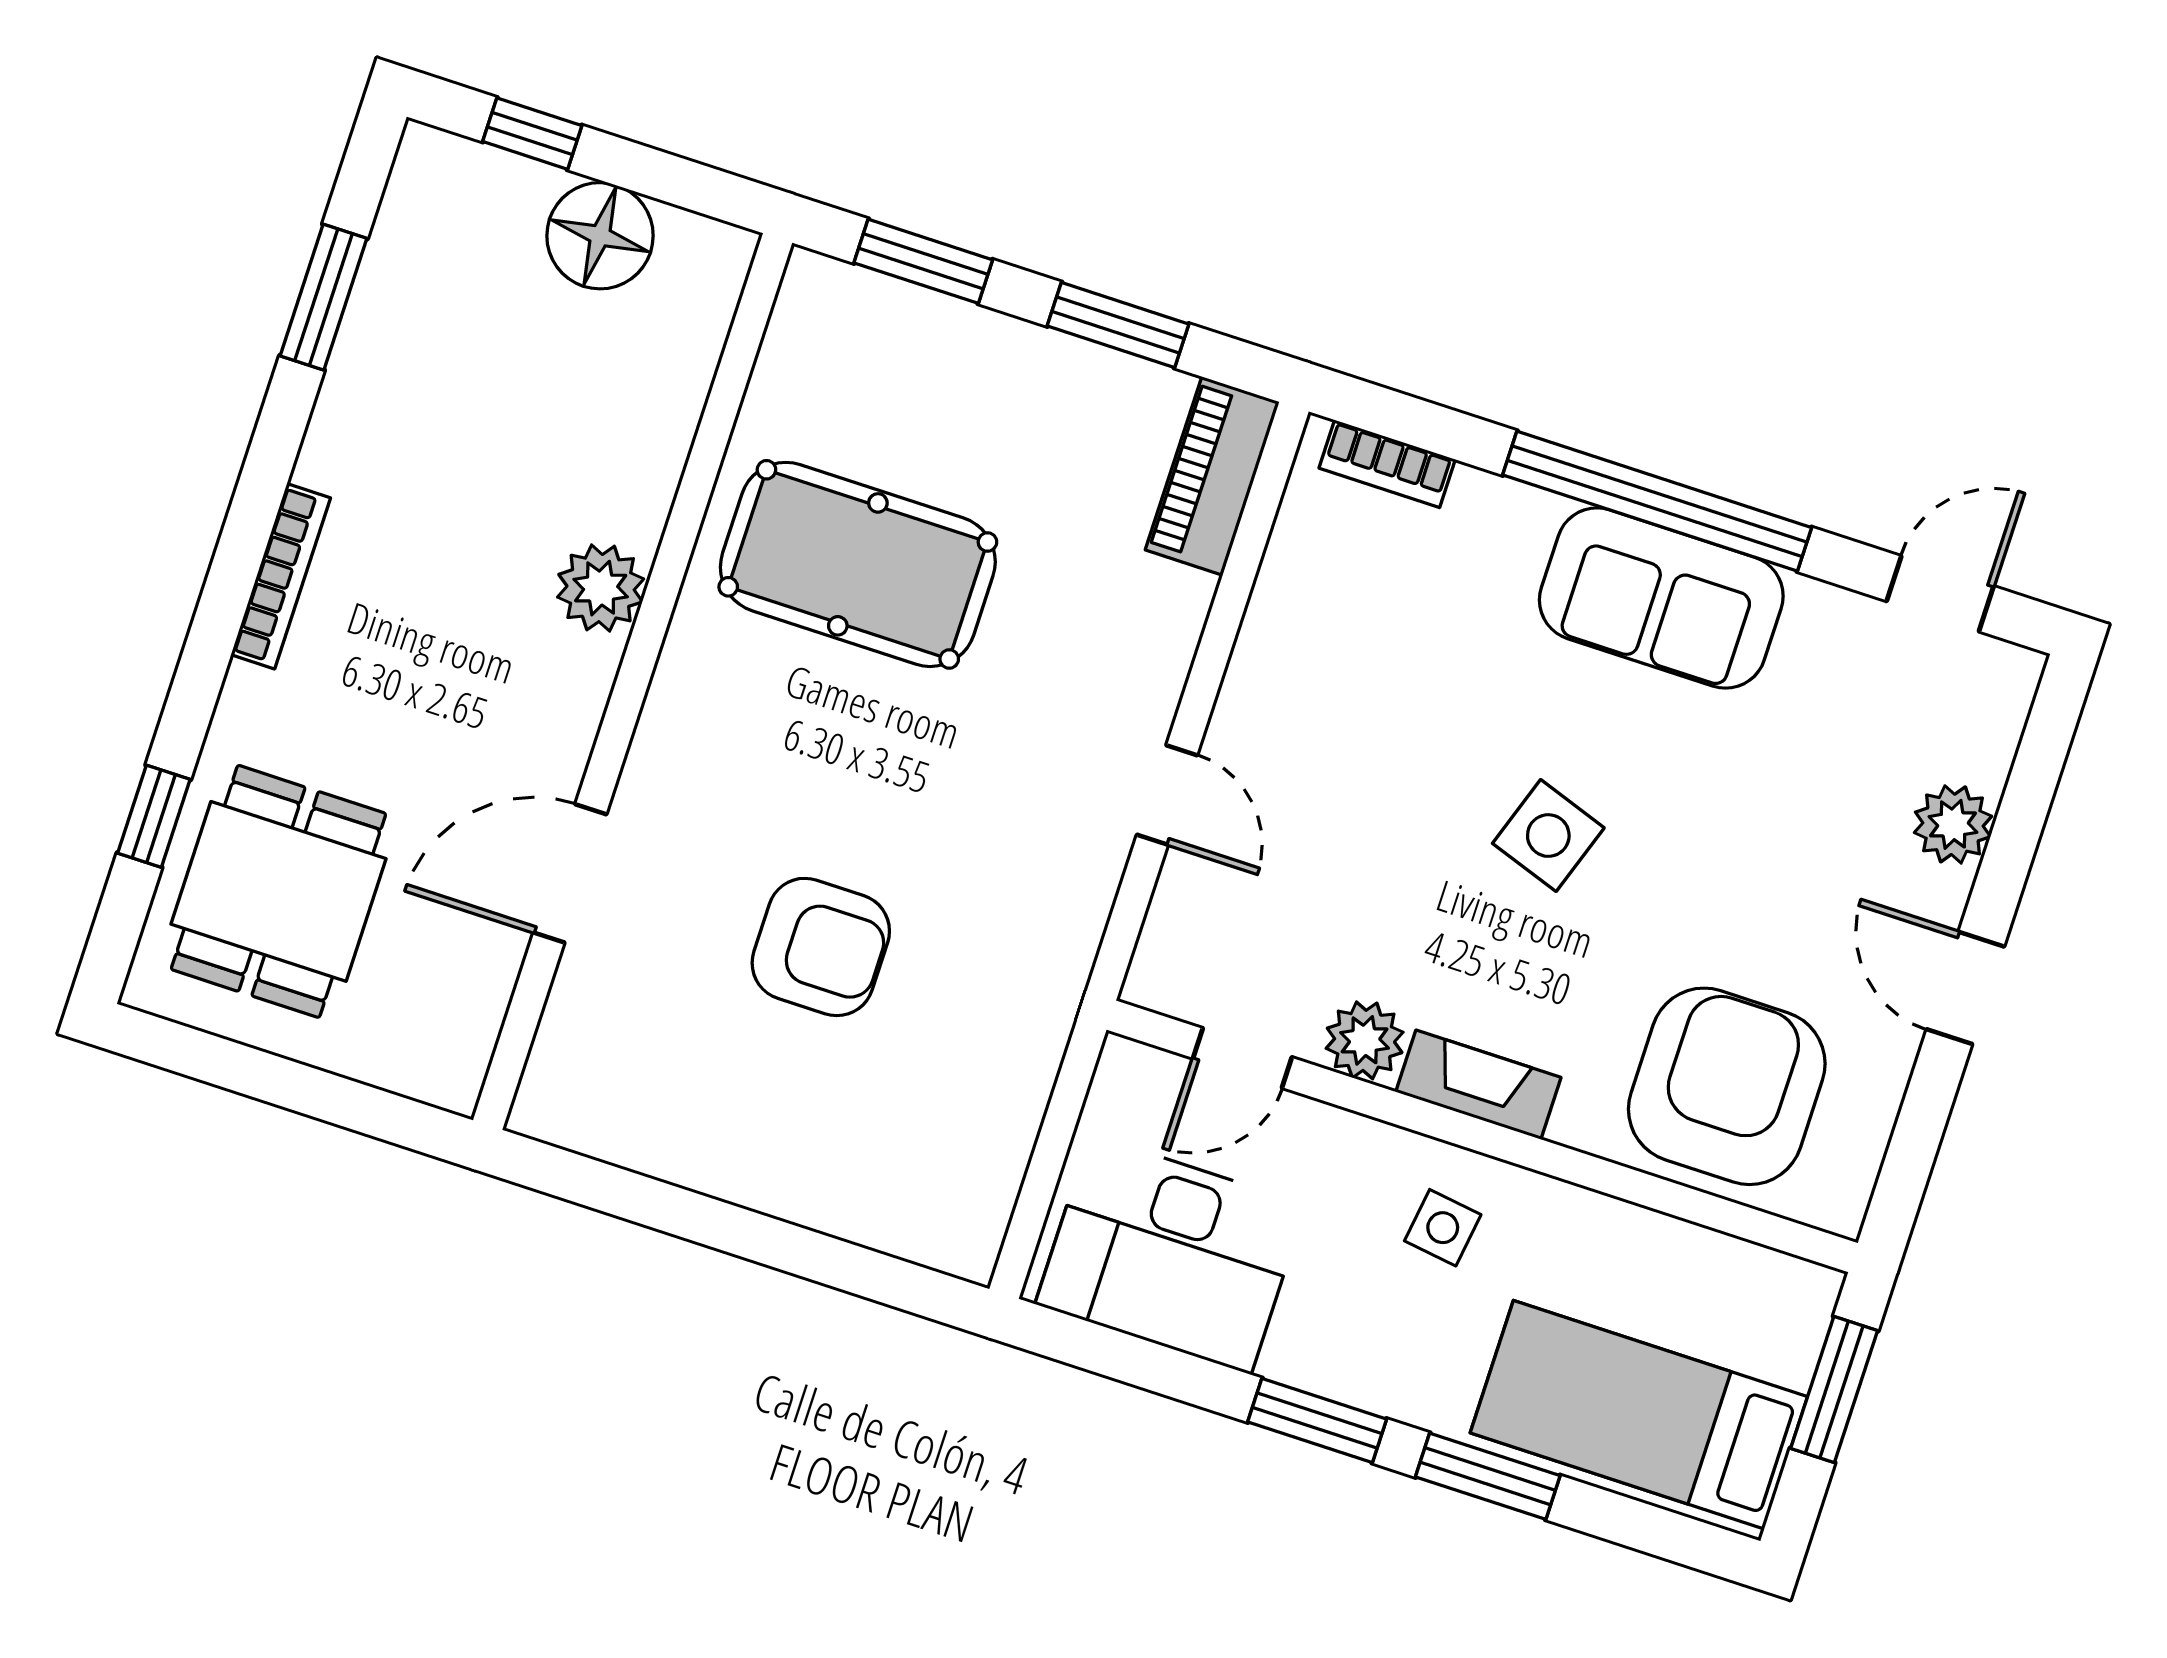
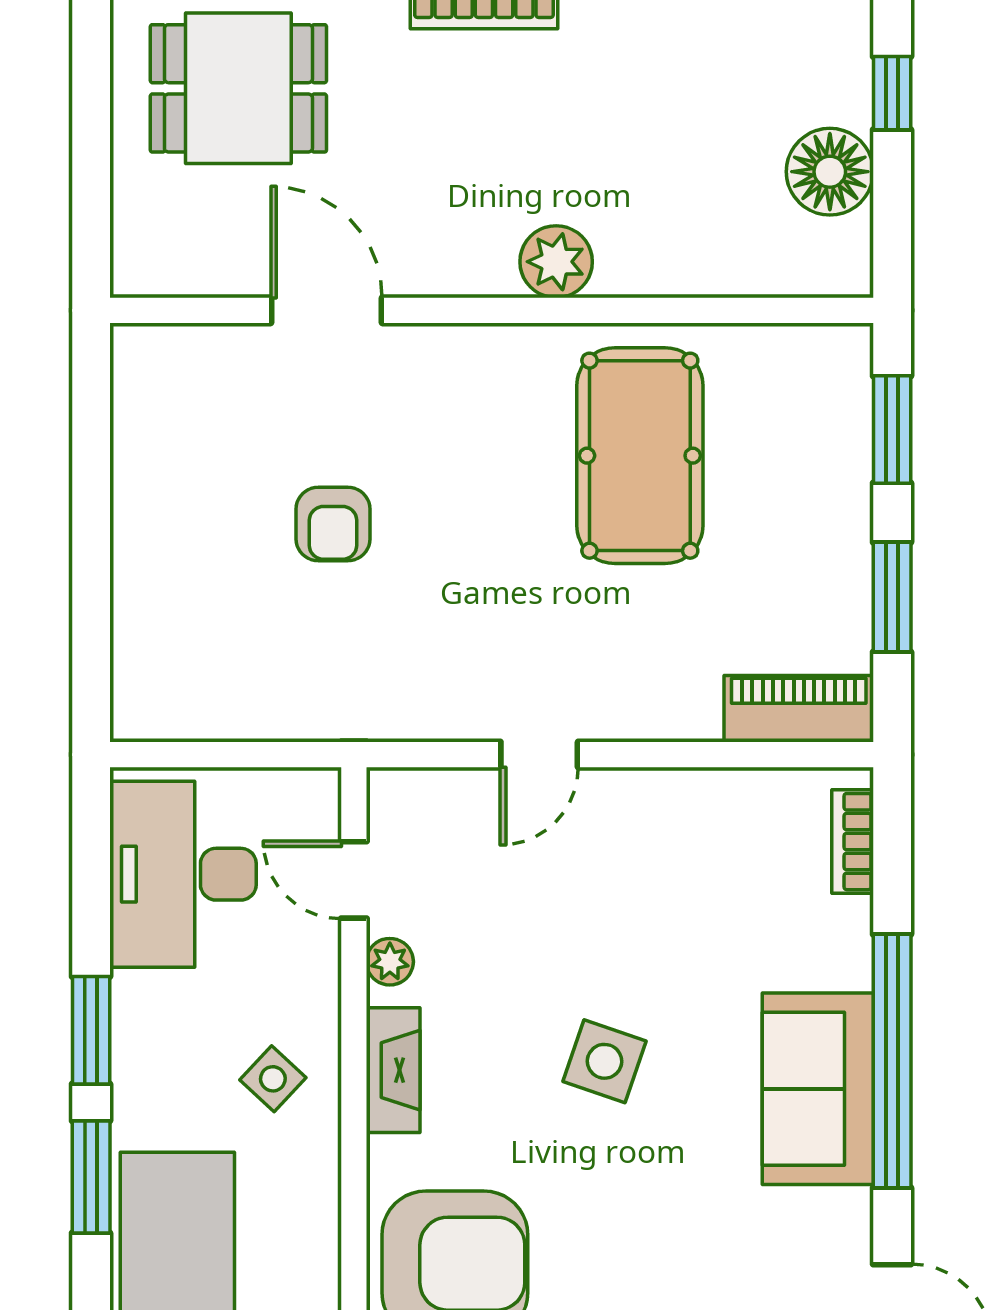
armchair: (821, 947) -> (333, 524), width x0.72, depth x0.72
plant: (1365, 1040) -> (390, 962), width x0.73, depth x0.73
side table: (1443, 1228) -> (273, 1079), turned 35

